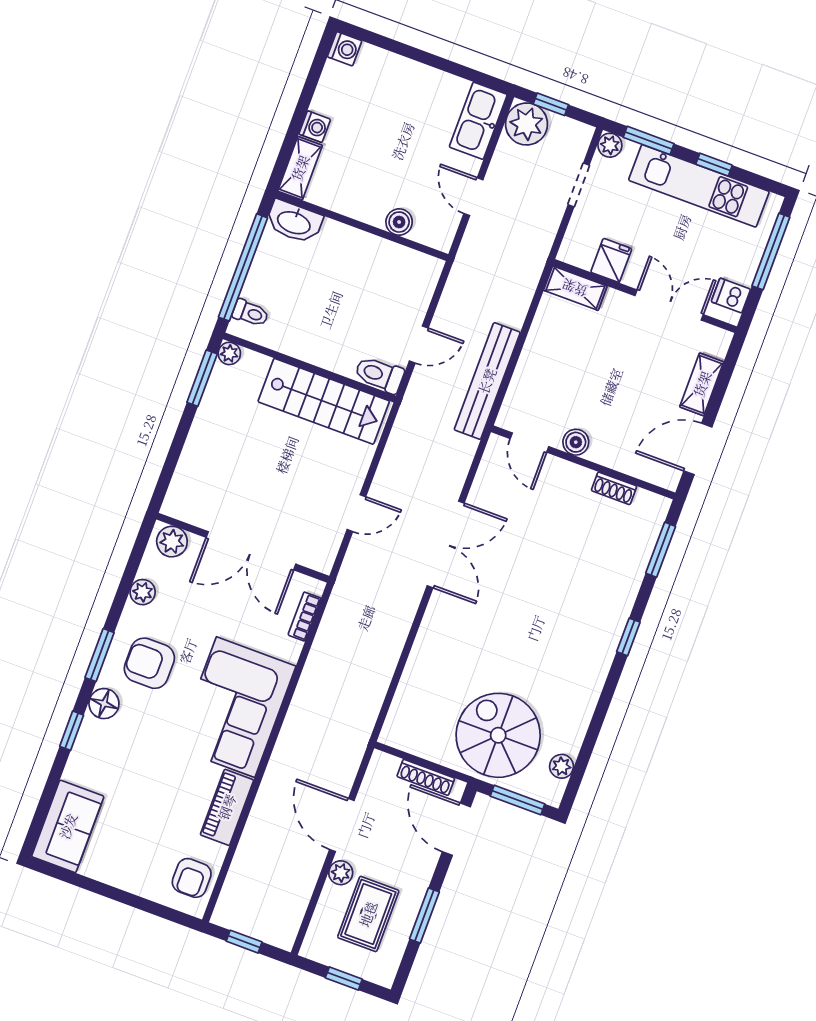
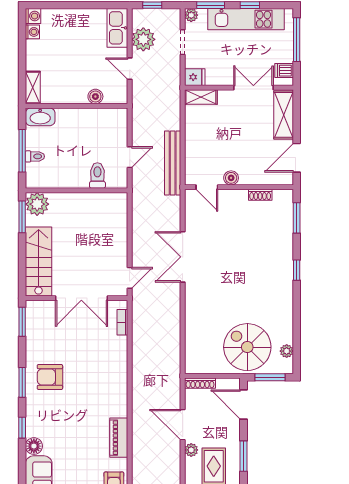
plant: (527, 124) -> (143, 39), moved
washing machine: (315, 127) -> (32, 32), moved
fridge: (611, 260) -> (195, 77), moved, turned 90
window: (243, 267) -> (22, 151), width x0.68
toilet: (250, 313) -> (35, 156), moved
plant: (229, 353) -> (37, 204), width x1.88, depth x1.88
toilet: (379, 375) -> (97, 175), moved, turned 90
shelving: (702, 384) -> (284, 115), width x1.50, depth x1.33
stairs: (324, 401) -> (39, 262), moved, turned -90
door: (356, 513) -> (130, 278), moved
plant: (172, 542) -> (38, 309), removed
double door: (446, 544) -> (183, 257), swing flipped
window: (137, 554) -> (22, 322), added
plant: (143, 592) -> (33, 341), removed
floor lamp: (104, 704) -> (34, 446), moved
corner sofa: (236, 707) -> (104, 383), removed
shoe rack: (426, 777) -> (200, 383), moved

